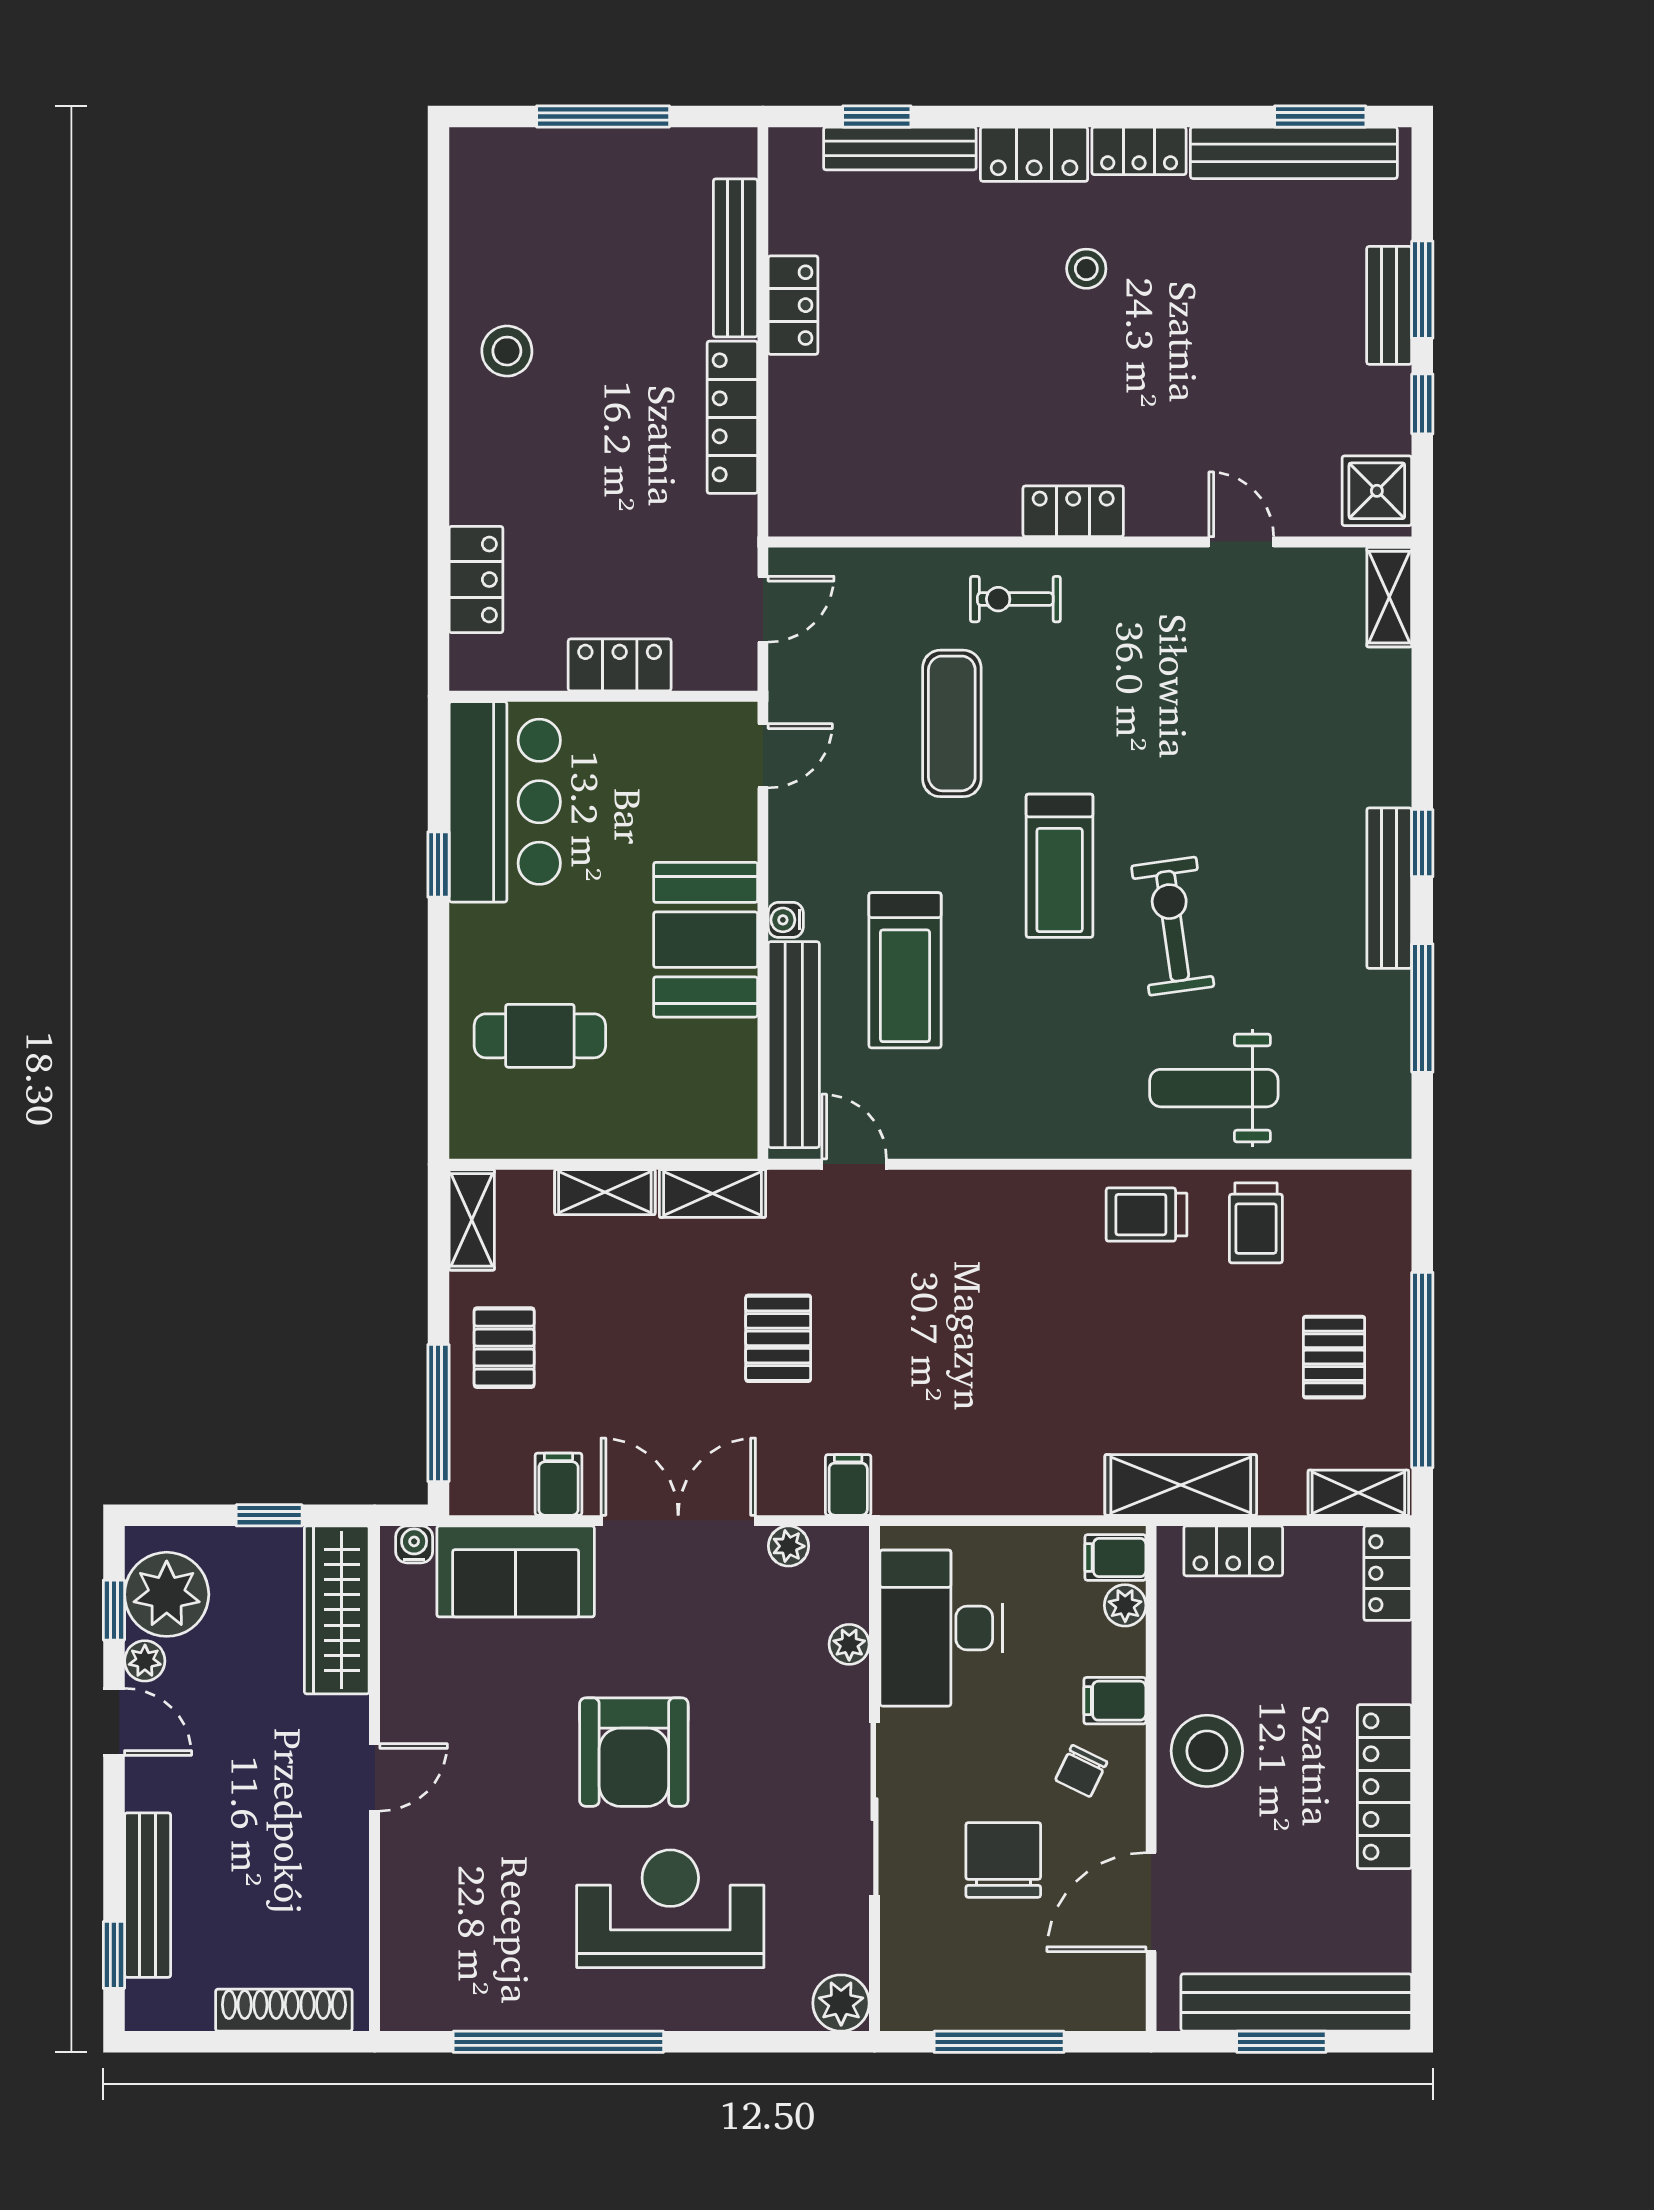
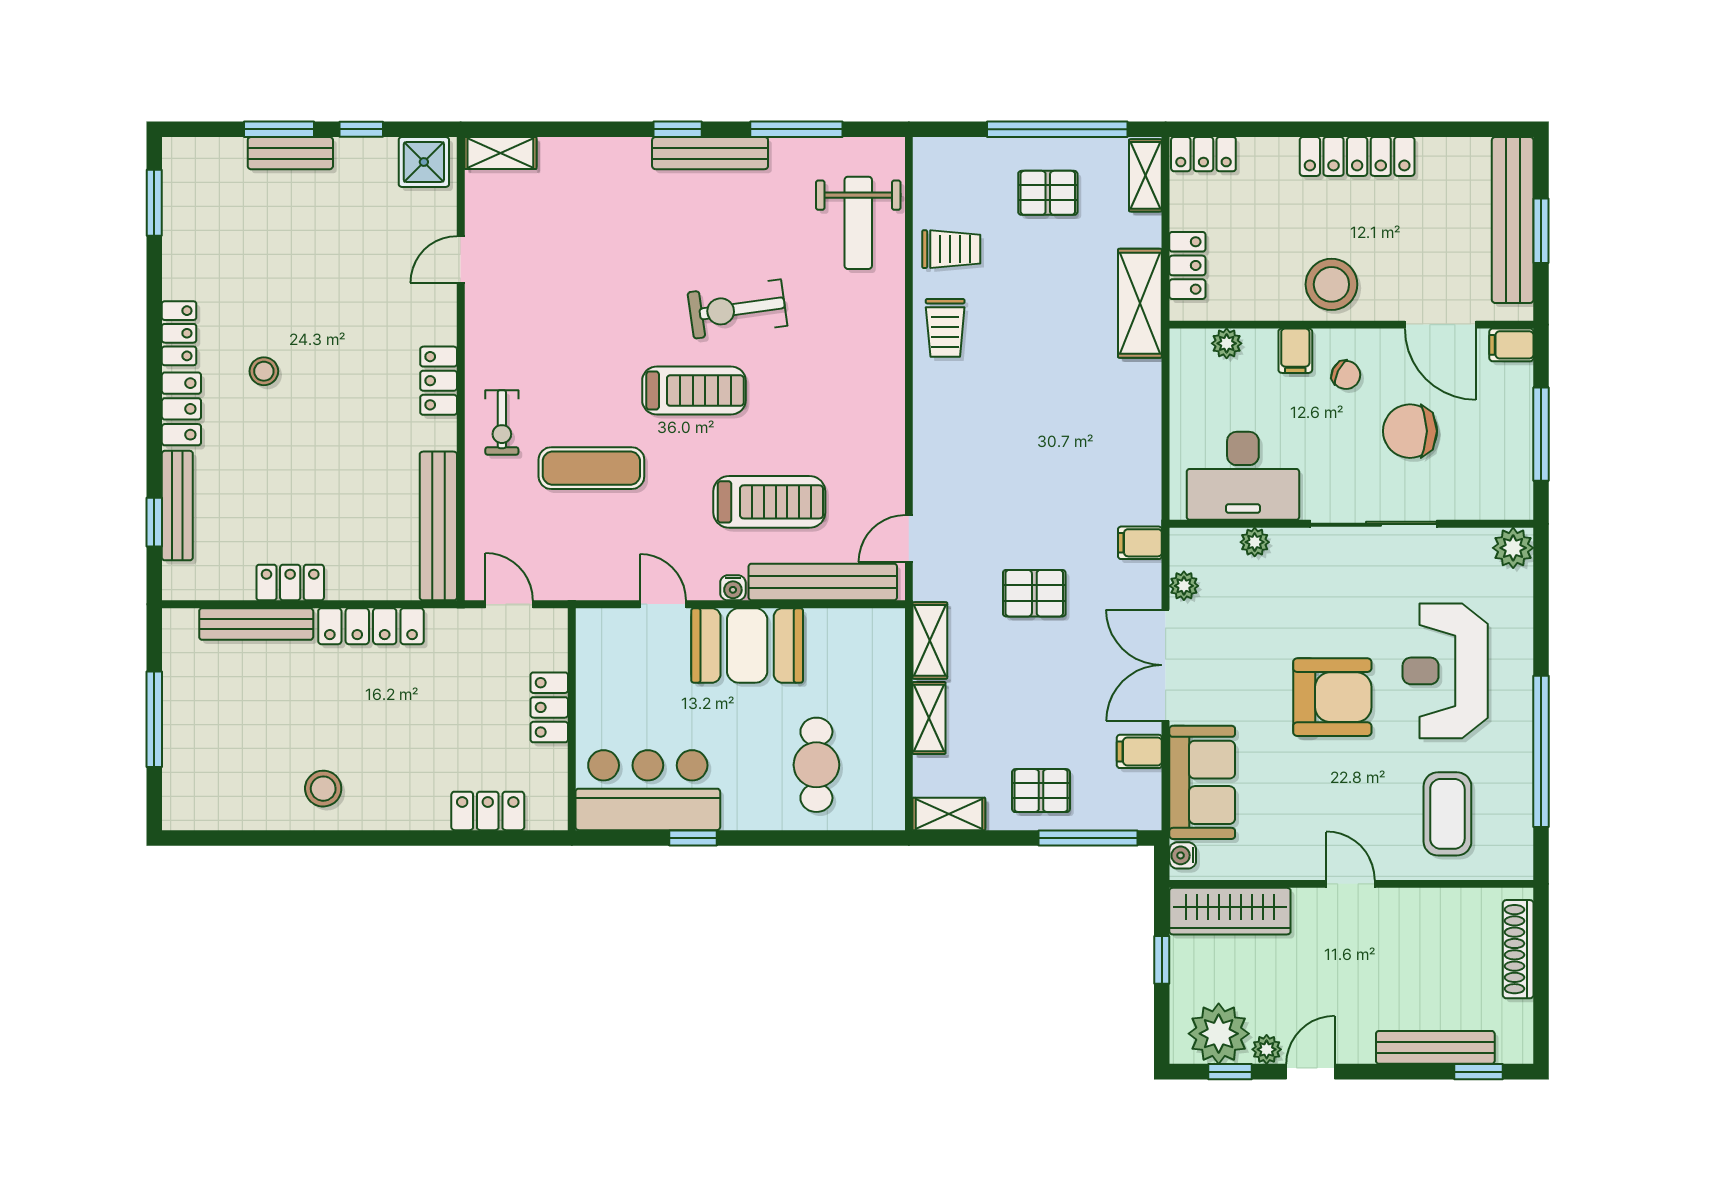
bench: (1294, 153) -> (438, 526), moved
door: (763, 756) -> (663, 604), moved
weight bench: (1214, 1088) -> (858, 223), moved
filing cabinet: (1115, 1558) -> (1511, 345), moved, turned 90
coffee table: (472, 1912) -> (1447, 814), added

